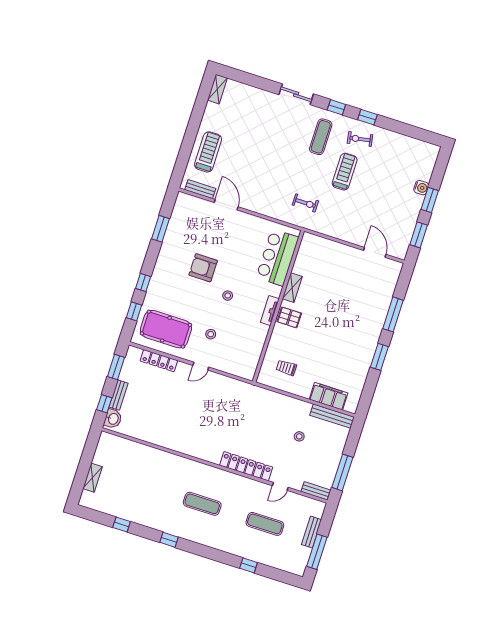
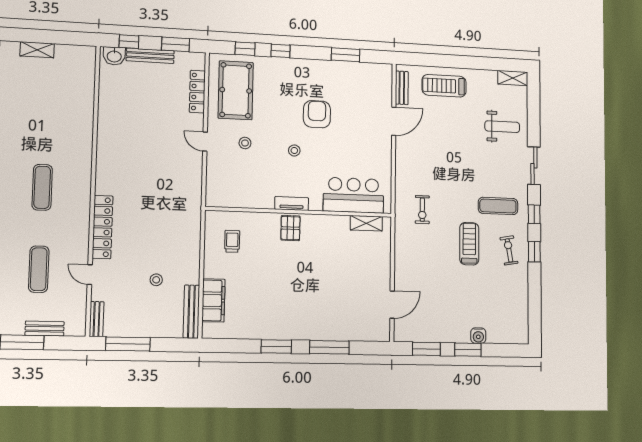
weight bench: (256, 112) -> (502, 127), added
treadmill: (208, 152) -> (444, 86), turned 180
treadmill: (345, 172) -> (469, 244), turned -90
shelving: (292, 288) -> (366, 223), moved
bench: (118, 395) -> (150, 56), width x1.36

